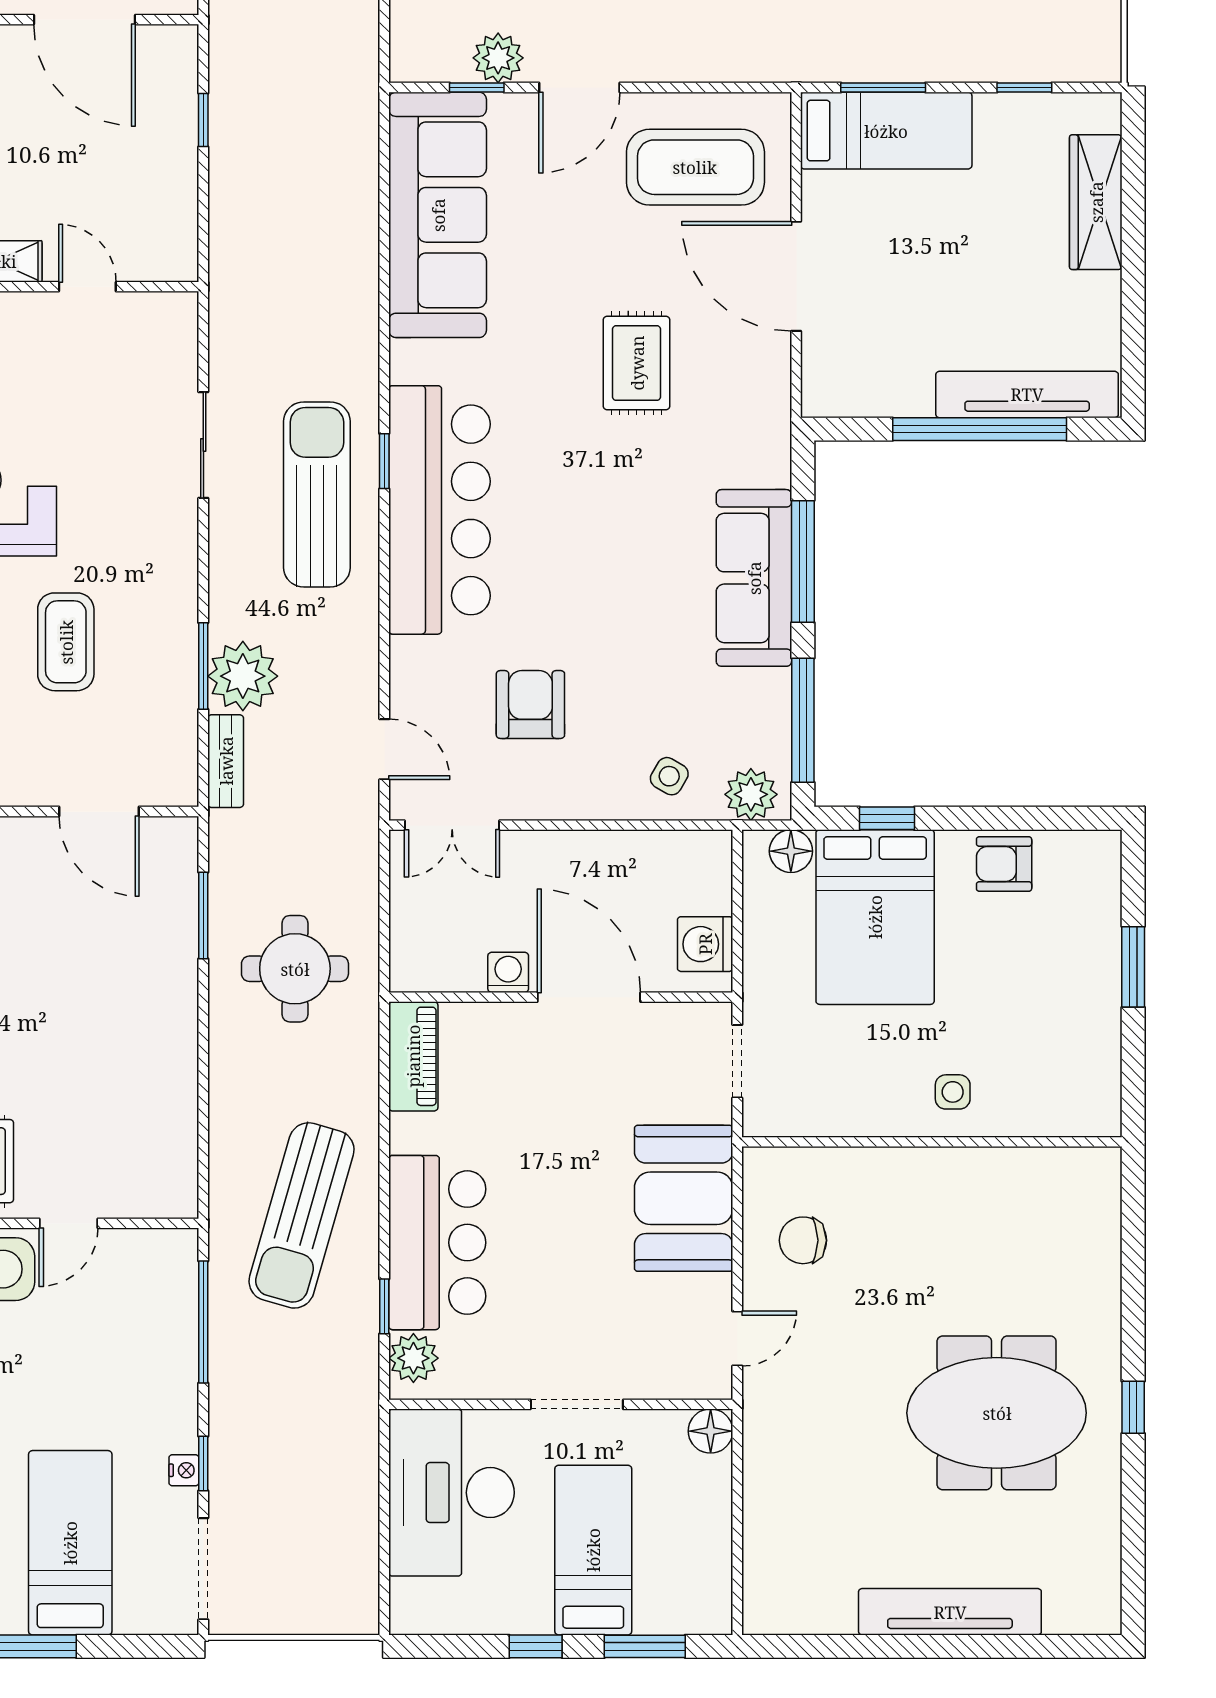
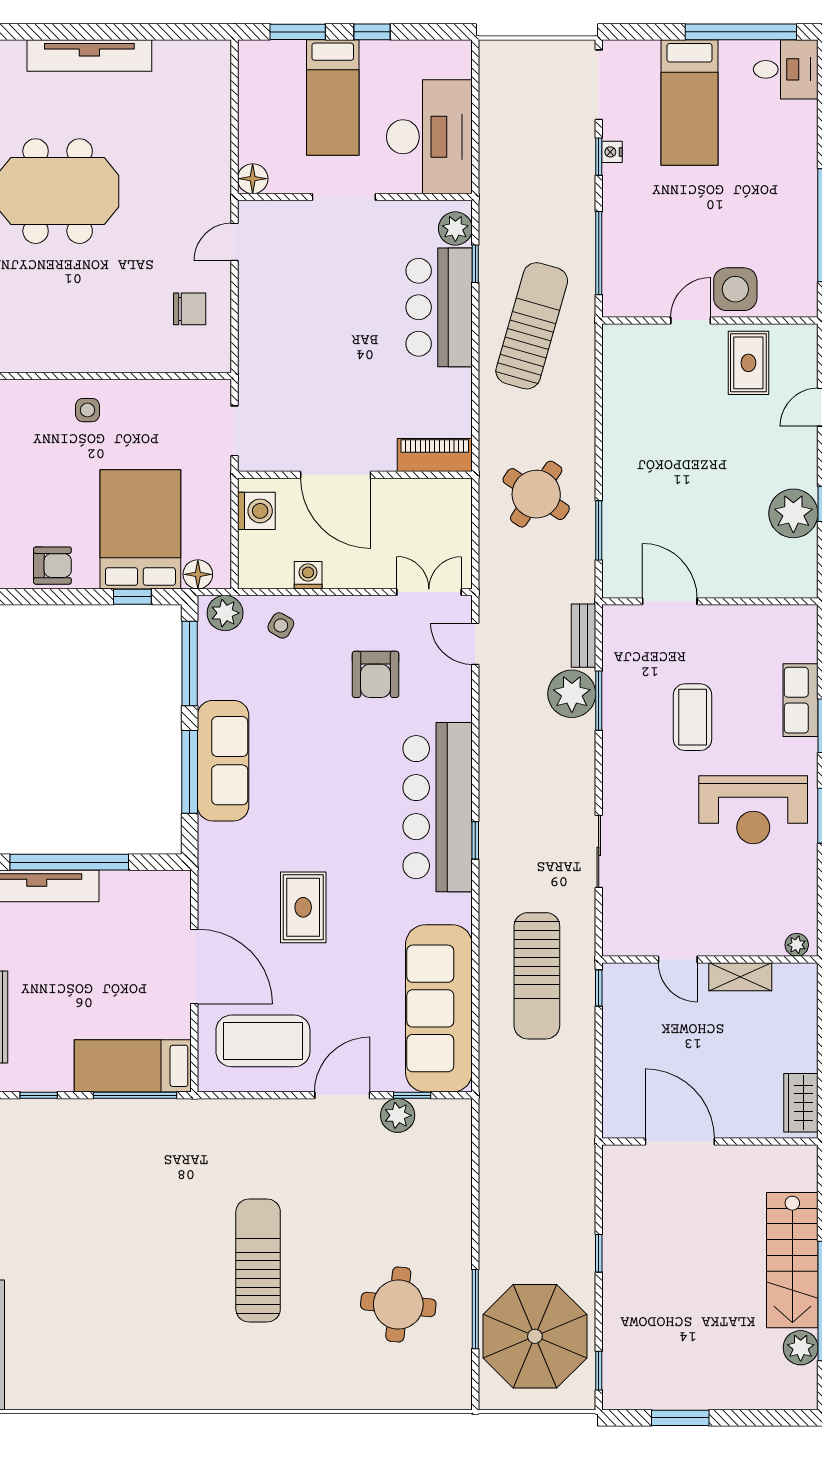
window: (883, 87) -> (135, 1095), width x1.44
window: (203, 120) -> (599, 988), moved
sun lounger: (317, 494) -> (537, 976), moved
round table: (295, 969) -> (536, 494), turned 34
washing machine: (508, 972) -> (308, 575), moved, turned 180
piano: (413, 1056) -> (435, 455), moved, turned 90
booth: (684, 1198) -> (271, 338), removed

